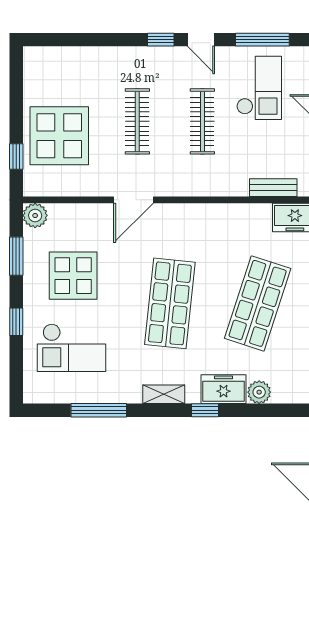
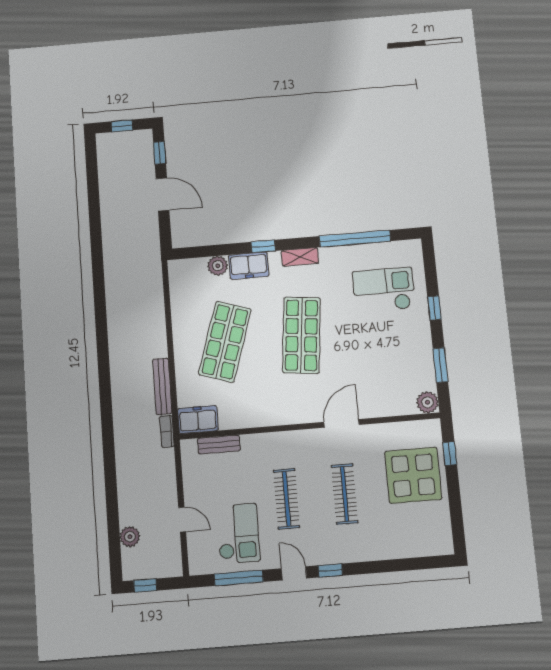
checkout: (259, 88) -> (238, 533), turned 180
display table: (73, 276) -> (389, 352), removed
window: (99, 410) -> (355, 239), width x1.46

